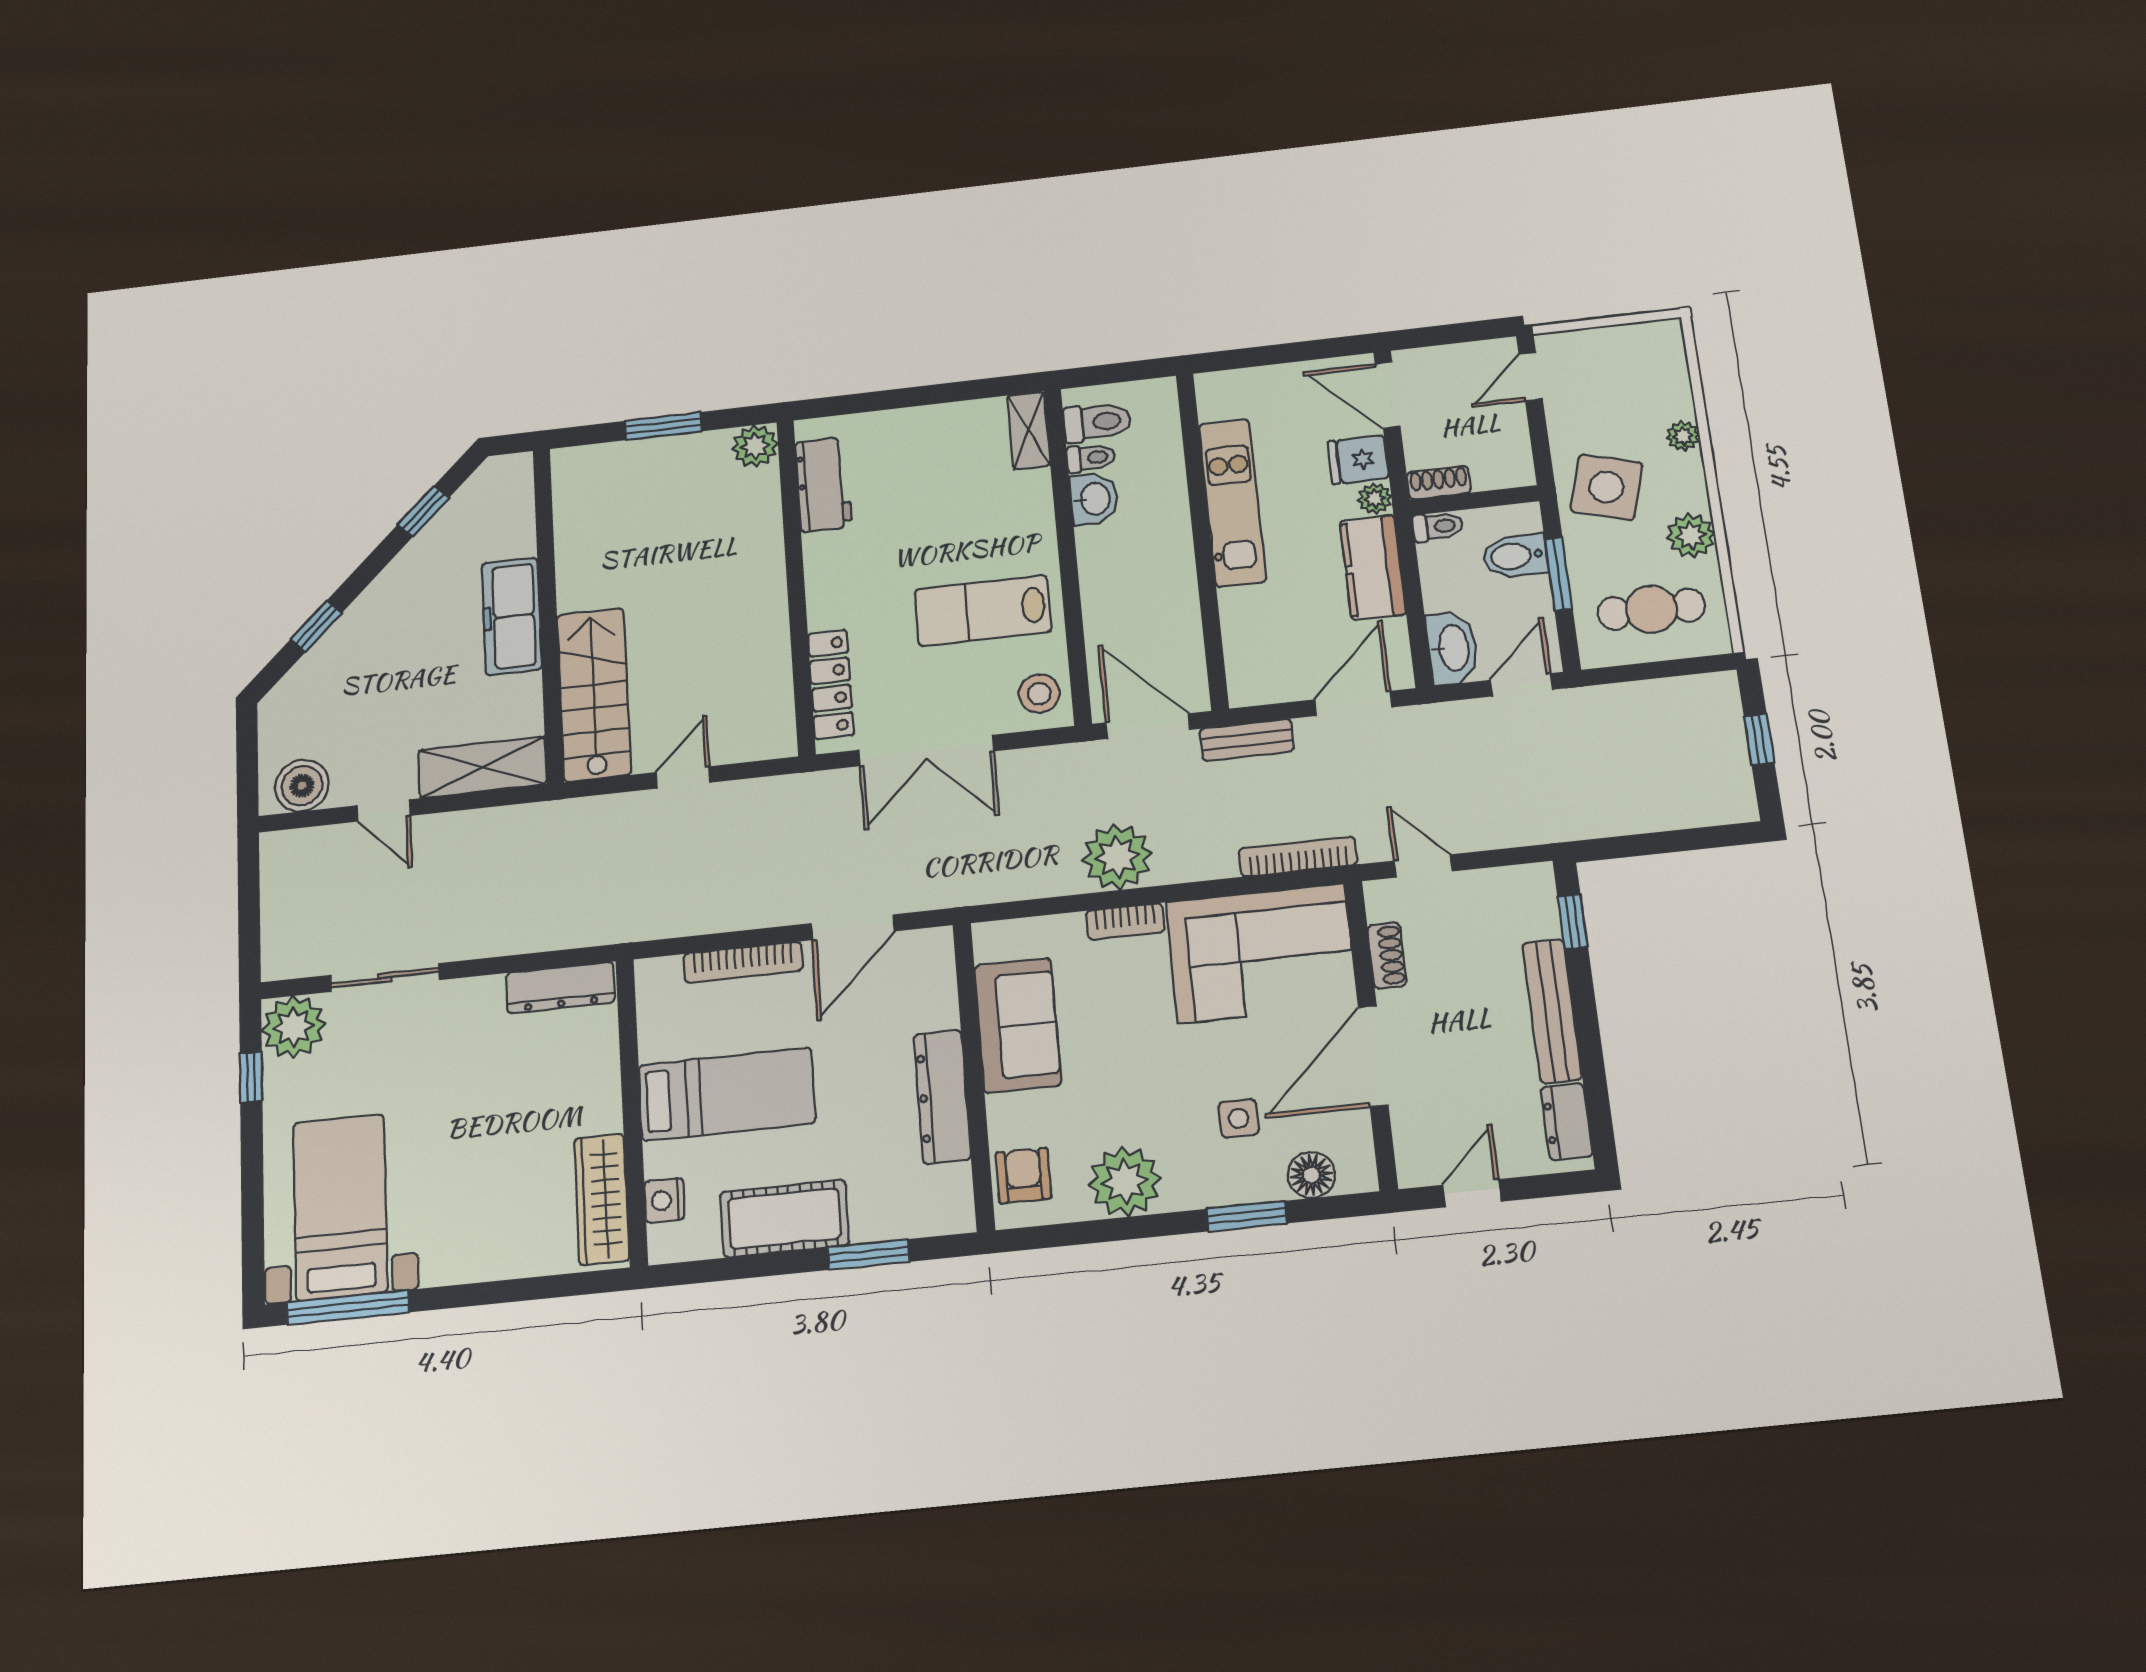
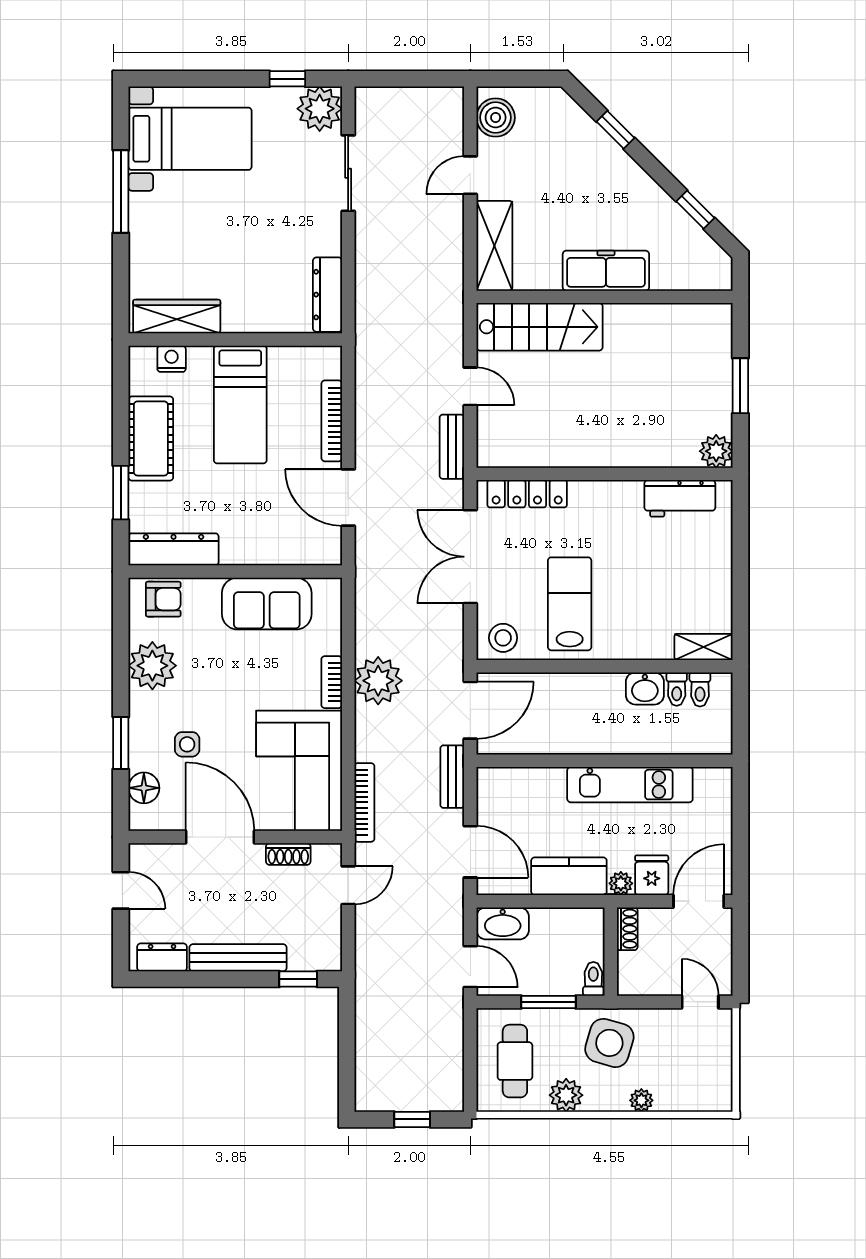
toilet: (1097, 422) -> (700, 689), width x0.73, depth x0.72
toilet: (1438, 527) -> (593, 979), moved, turned 180
bidet: (1515, 556) -> (566, 974), removed
bench: (770, 793) -> (452, 447), added
dresser: (942, 1097) -> (174, 549), moved
window: (348, 1307) -> (121, 192), moved

